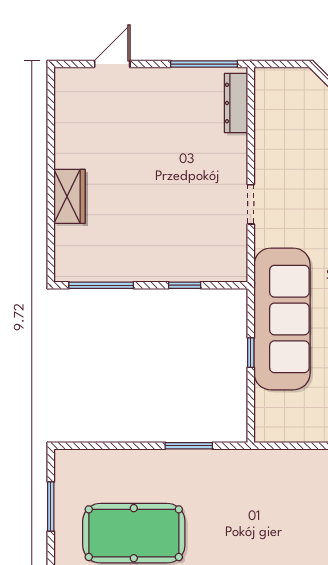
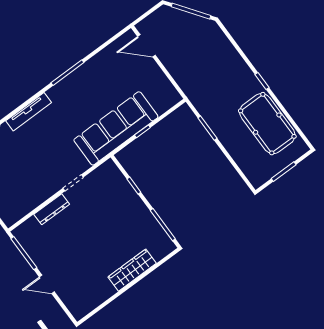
door: (112, 64) -> (47, 284), moved
dresser: (236, 103) -> (52, 209), moved
wardrobe: (70, 196) -> (132, 270), width x1.50

